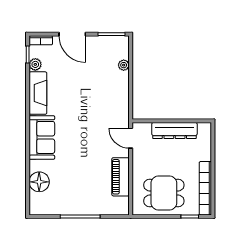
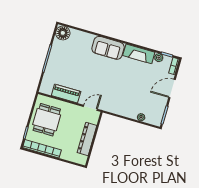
floor lamp: (39, 182) -> (63, 33), moved

